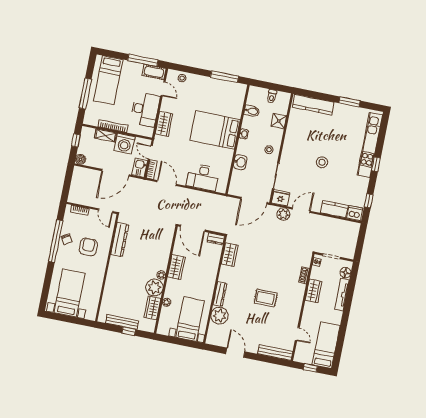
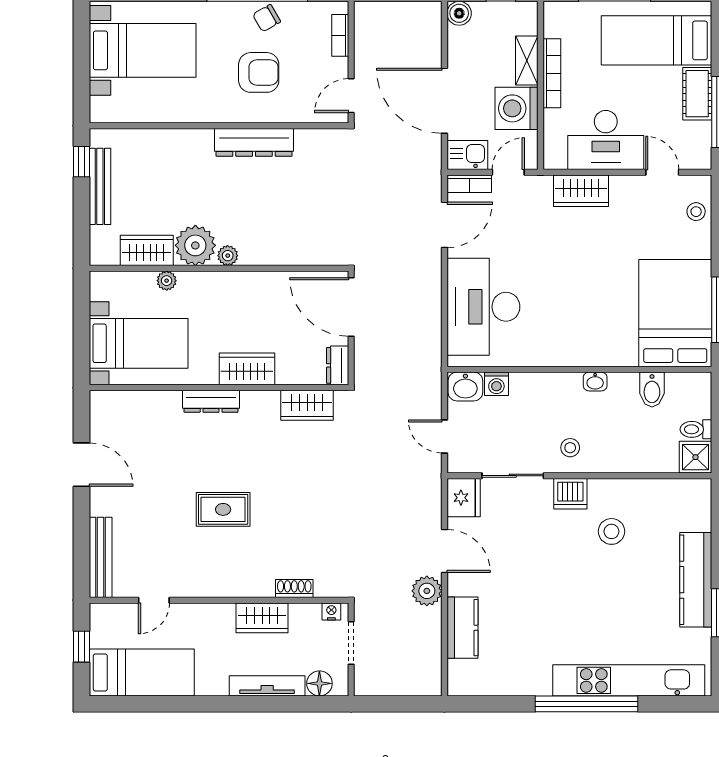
cot: (154, 72) -> (697, 94), moved
door: (163, 89) -> (662, 172), swing flipped
kitchen counter: (313, 105) -> (696, 580), moved
shower: (279, 121) -> (696, 457), moved
bed: (215, 130) -> (675, 313), moved
washbasin: (240, 162) -> (465, 387), moved
stool: (322, 162) -> (611, 531), moved
window: (376, 164) -> (586, 704), width x3.17
washing machine: (236, 175) -> (496, 384), added
desk: (203, 177) -> (483, 307), width x1.36, depth x1.30
door: (254, 201) -> (444, 436), width x0.53
window: (369, 201) -> (498, 704), removed
dishwasher: (355, 213) -> (570, 494), moved, turned 90
plant: (283, 214) -> (427, 591), moved
door: (193, 228) -> (351, 307), hinge flipped
dresser: (120, 239) -> (254, 142), moved
wardrobe: (176, 267) -> (247, 369), moved, turned 180
rug: (266, 298) -> (223, 509), turned 90
plant: (219, 316) -> (160, 410), removed
window: (129, 331) -> (81, 162), moved
door: (235, 353) -> (81, 465), hinge flipped

